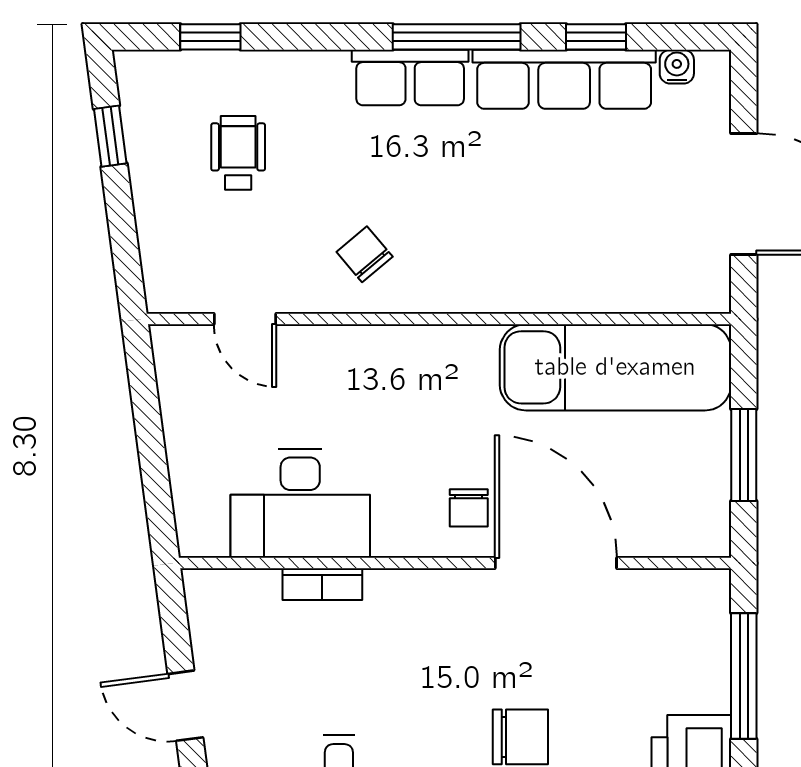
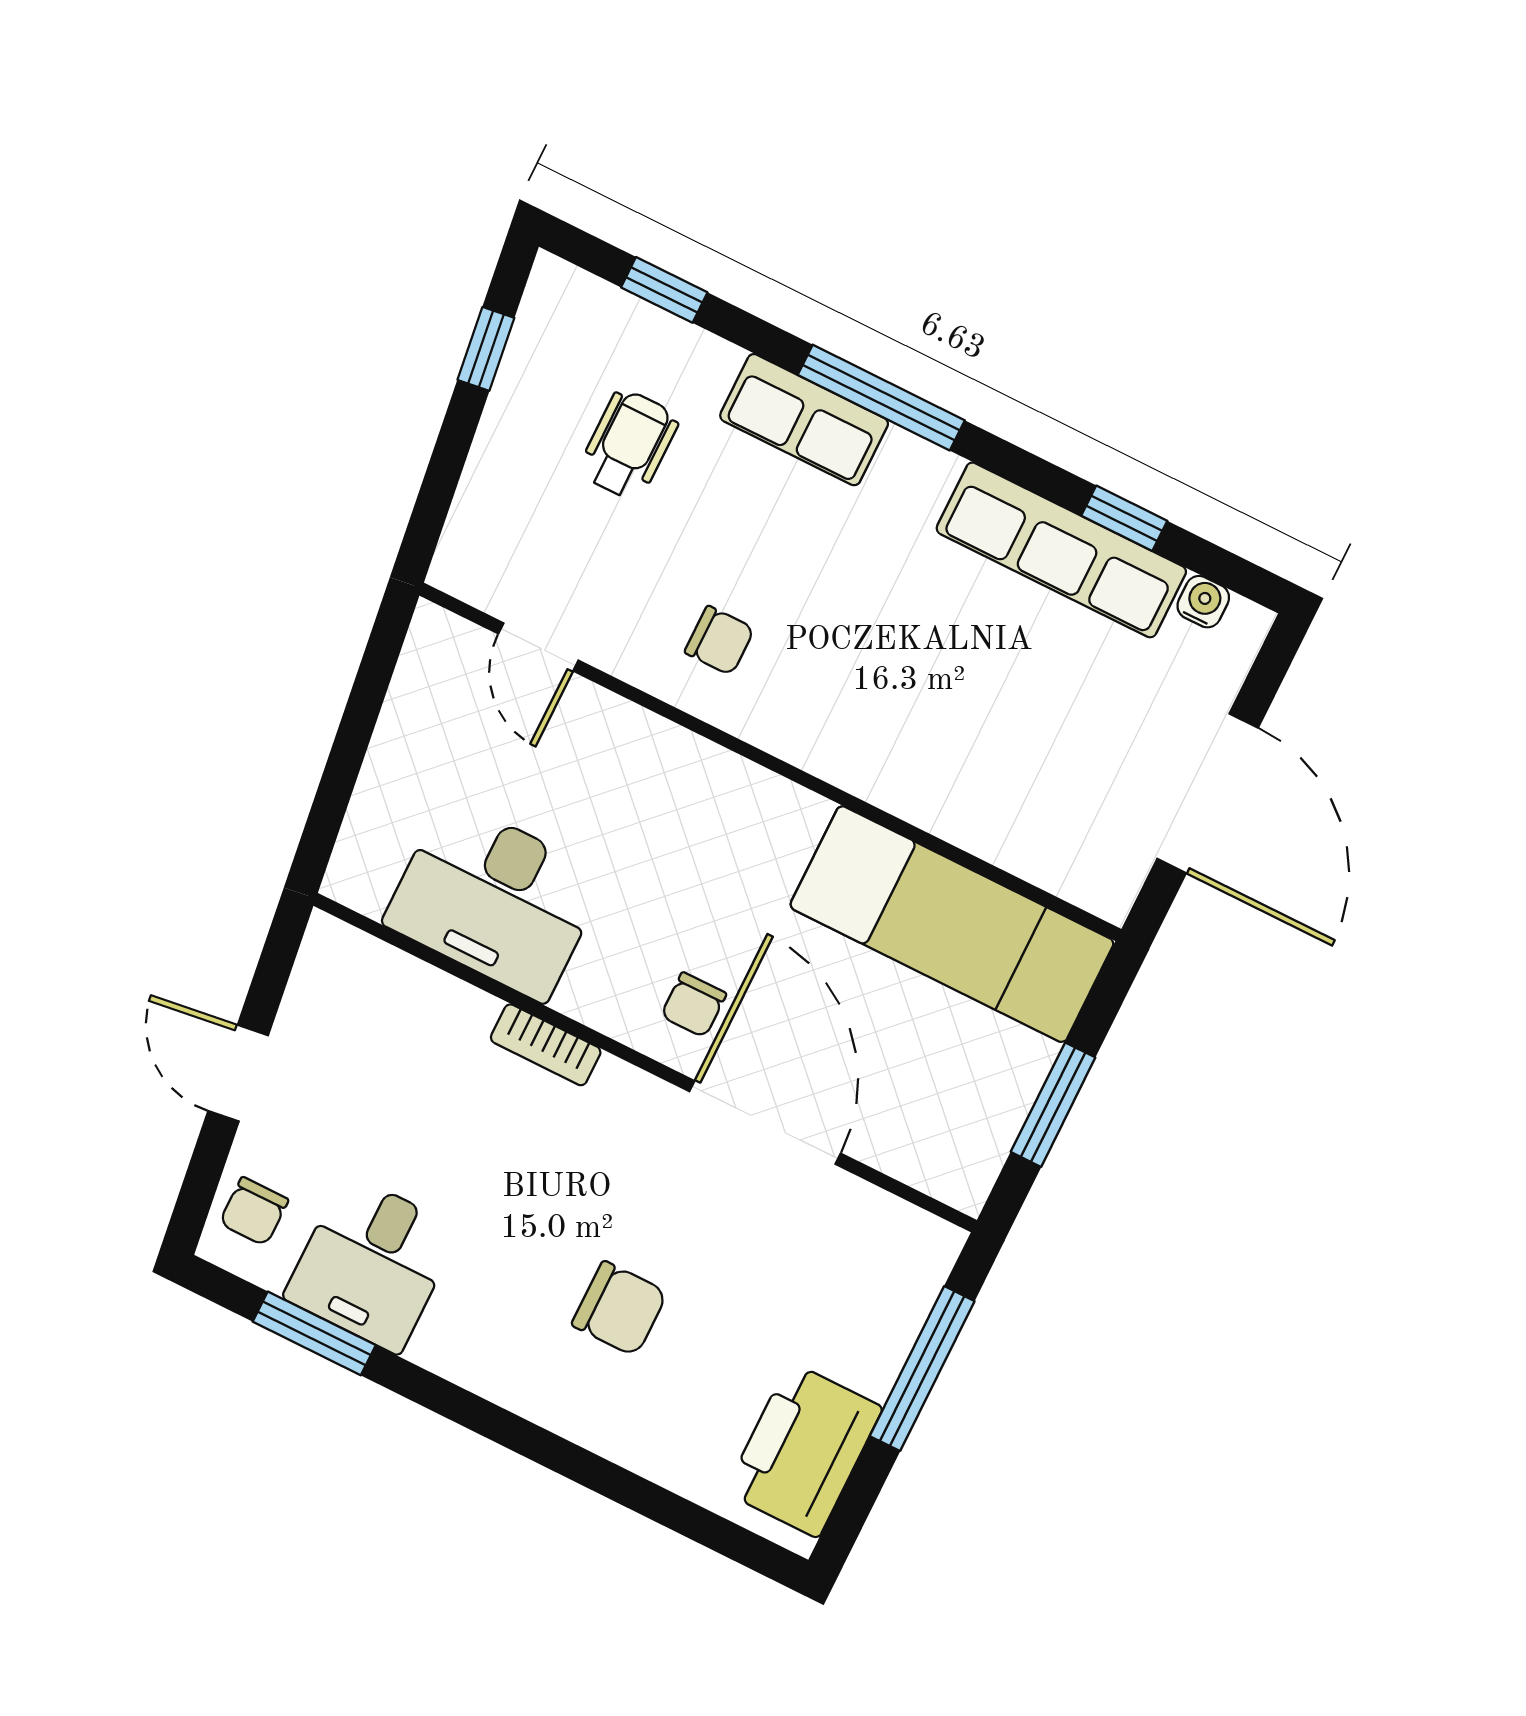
window: (457, 37) -> (881, 398), moved
row of seats: (410, 78) -> (804, 420), moved
chair: (365, 254) -> (719, 640), turned 130
bookcase: (322, 584) -> (546, 1045), moved

